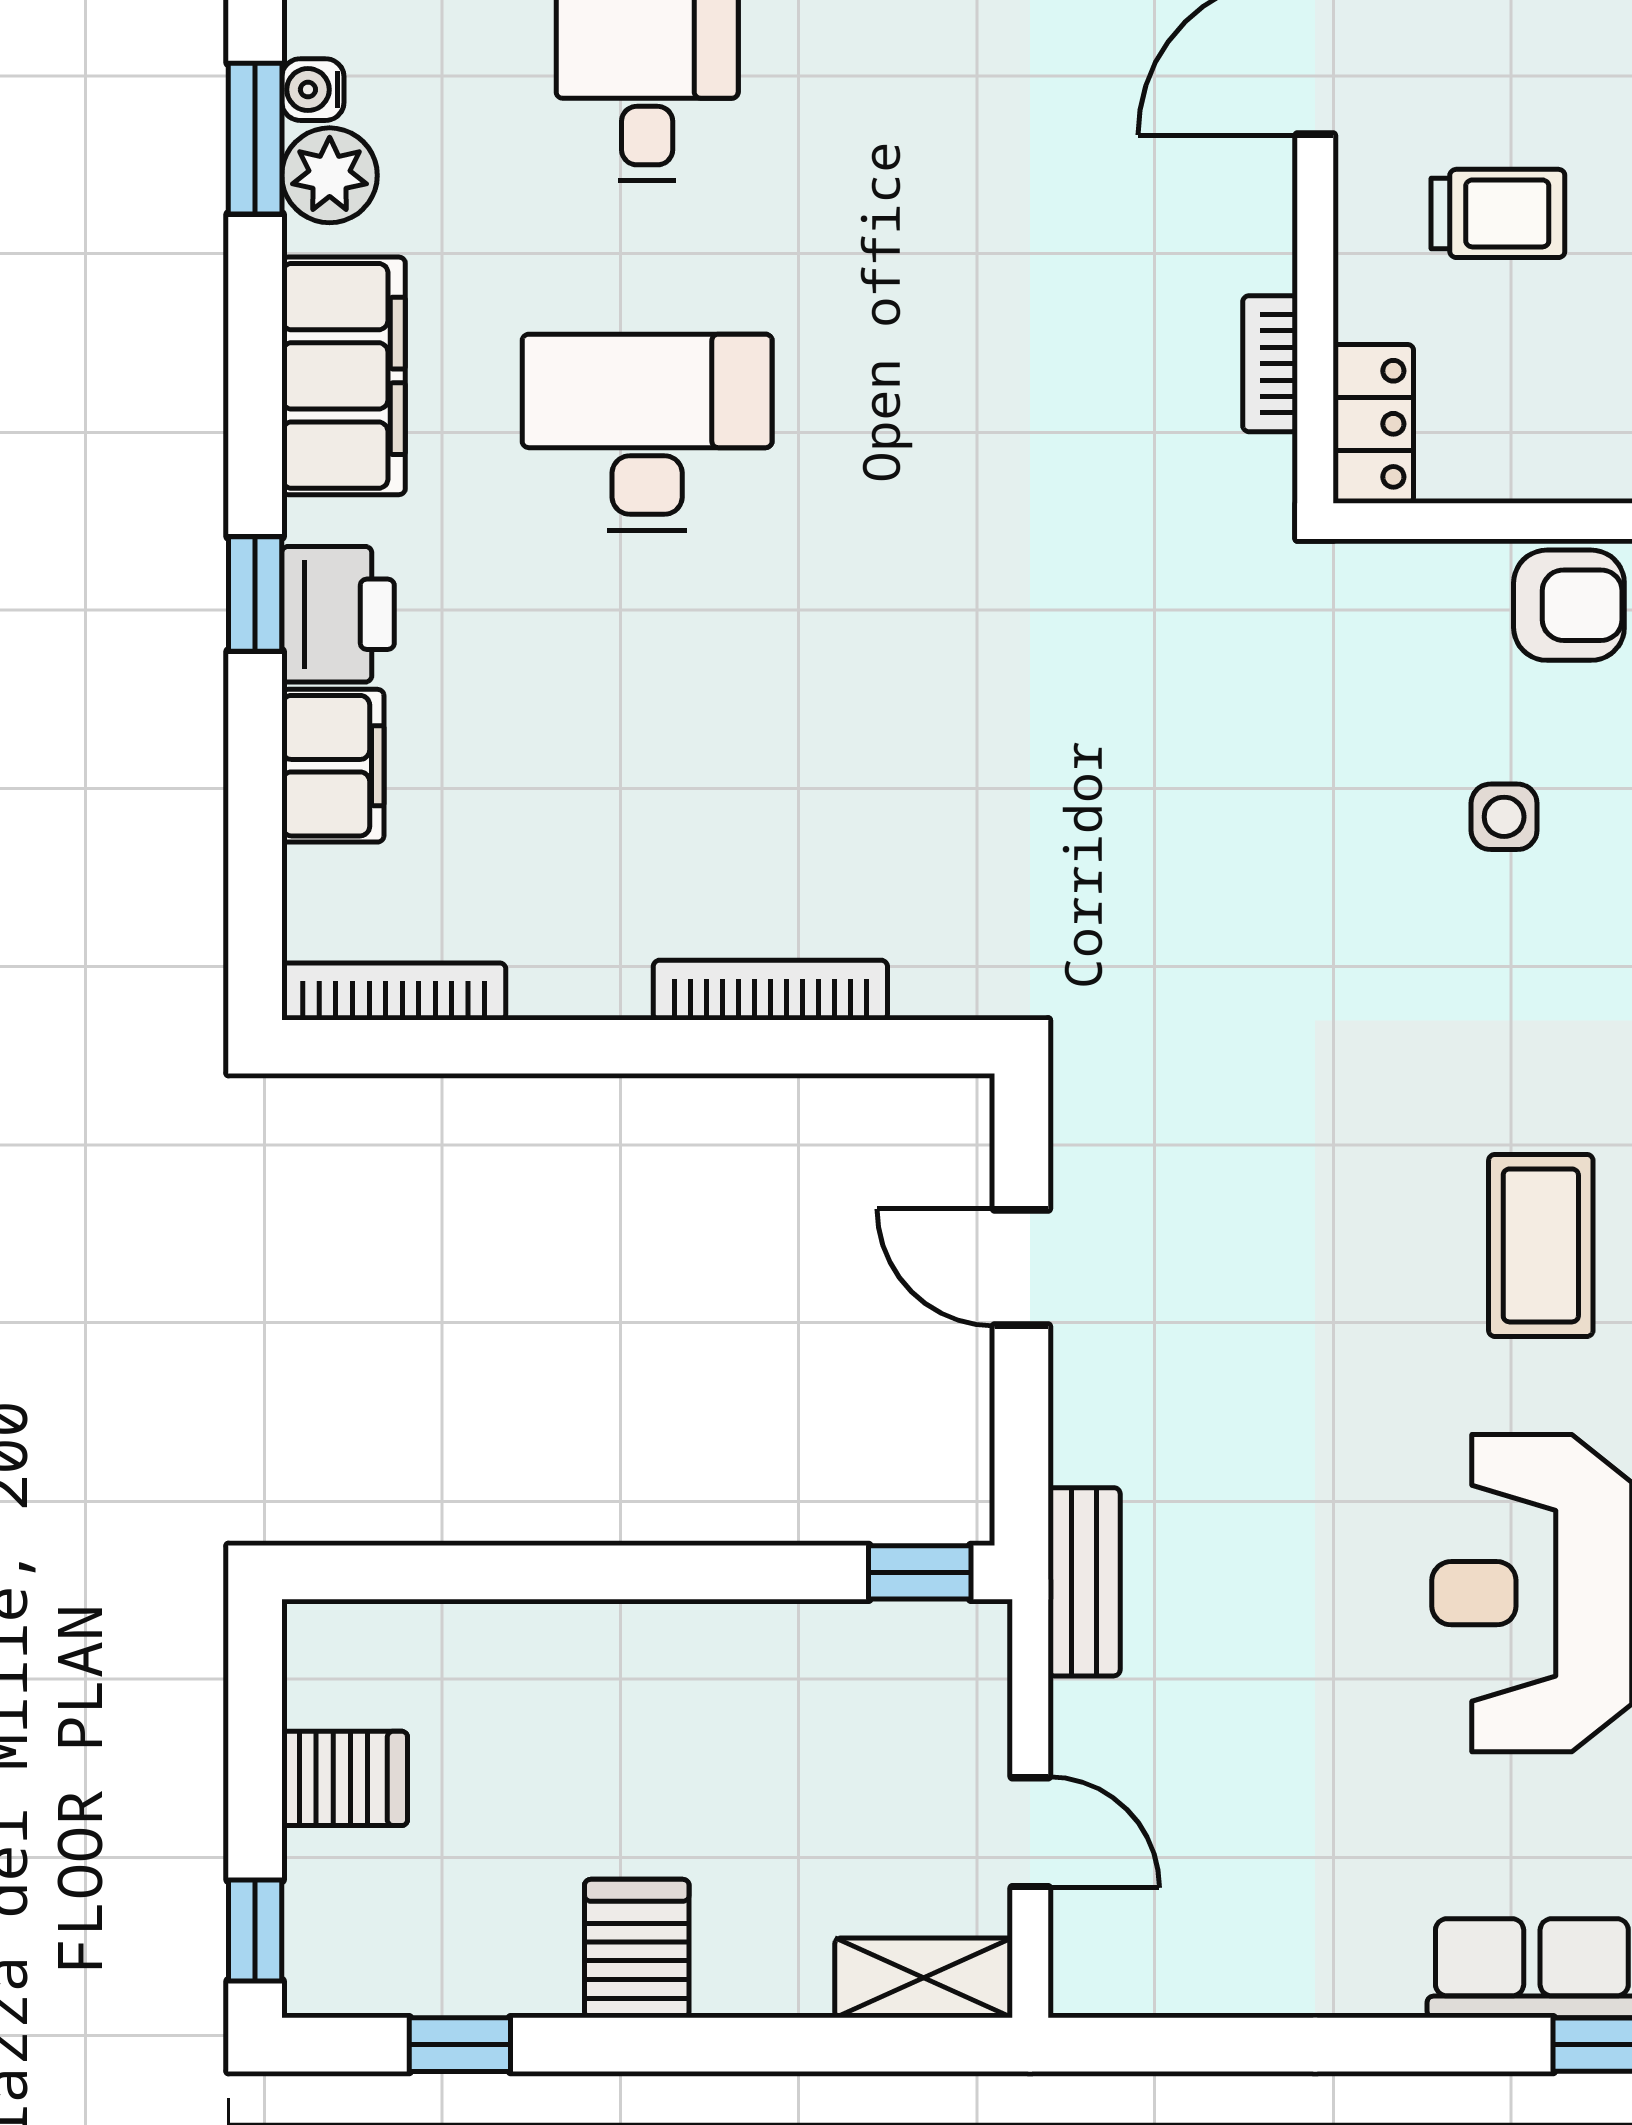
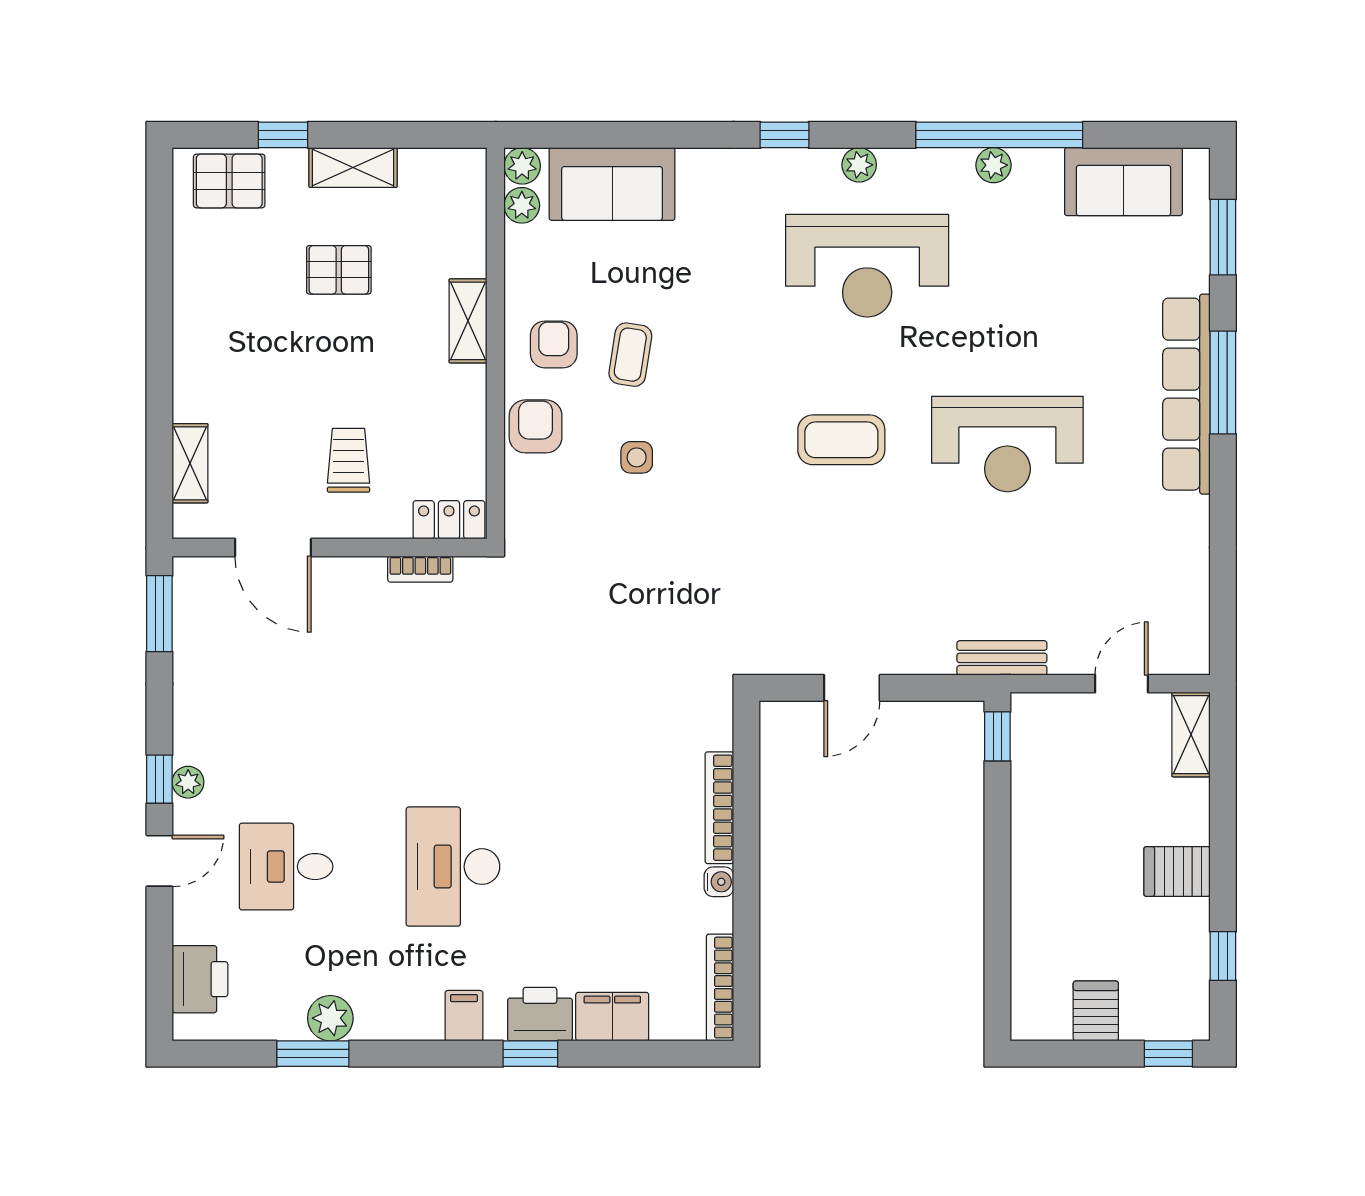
water cooler: (313, 90) -> (719, 882), moved, turned -90
filing cabinet: (344, 376) -> (464, 1016), width x0.33, depth x0.86

